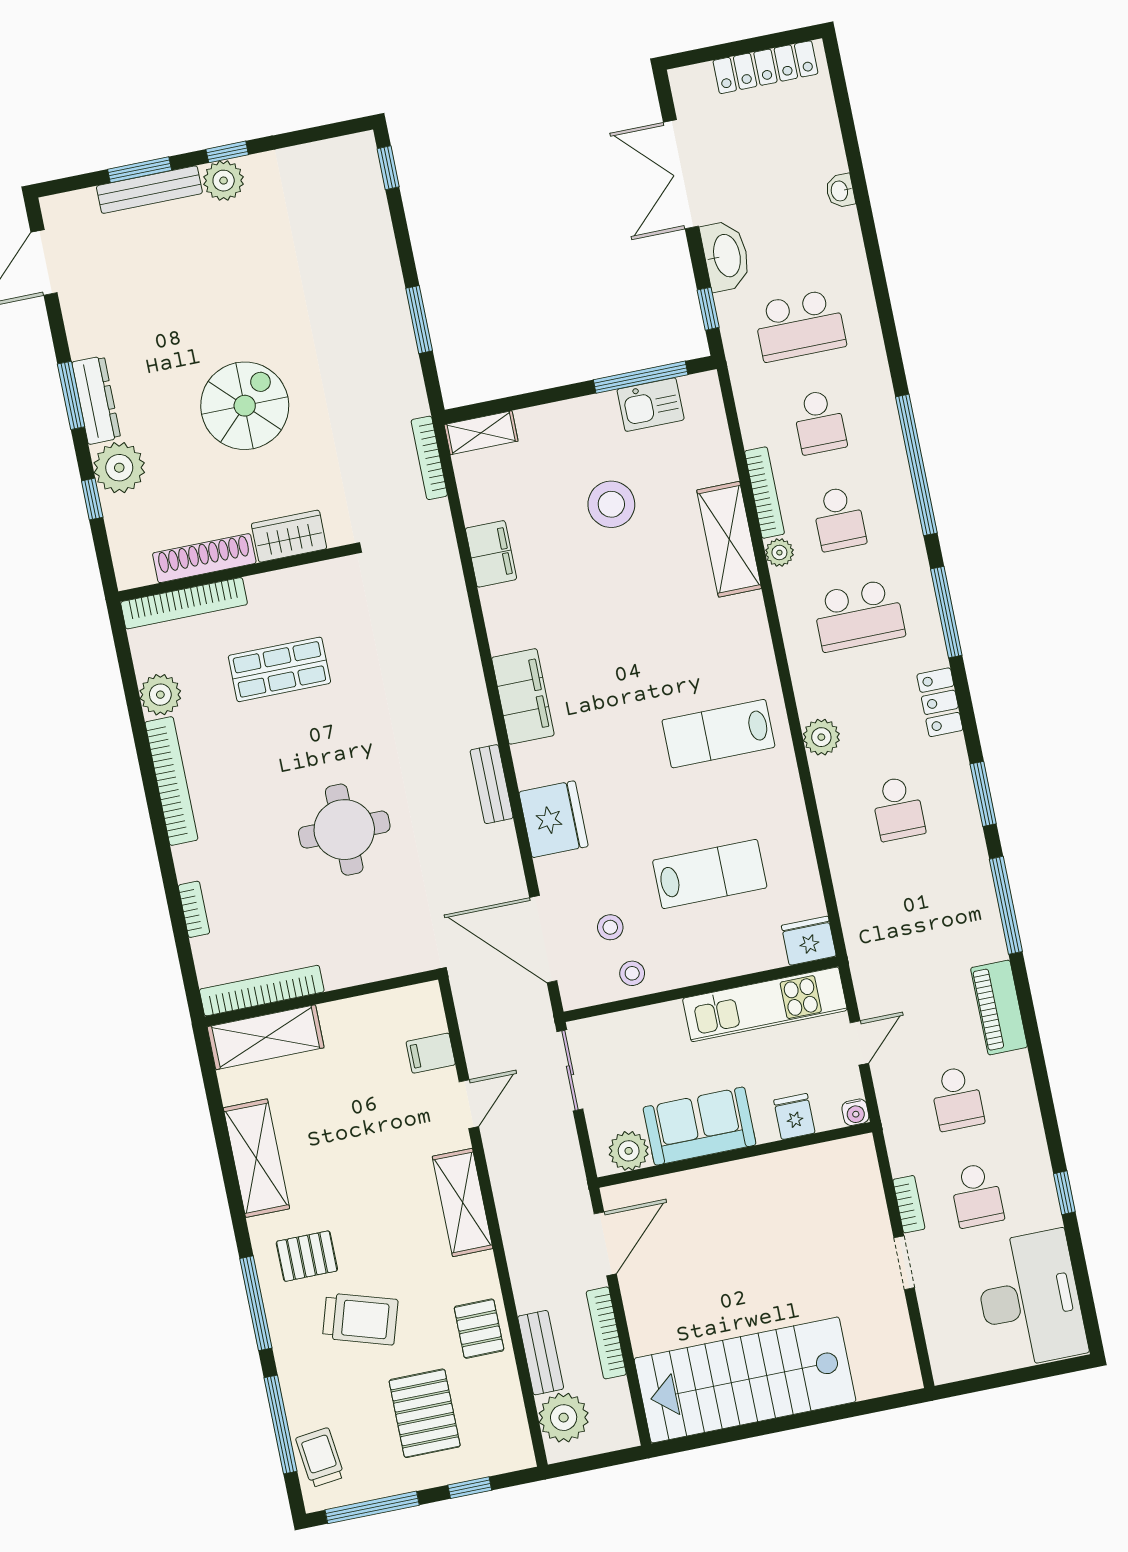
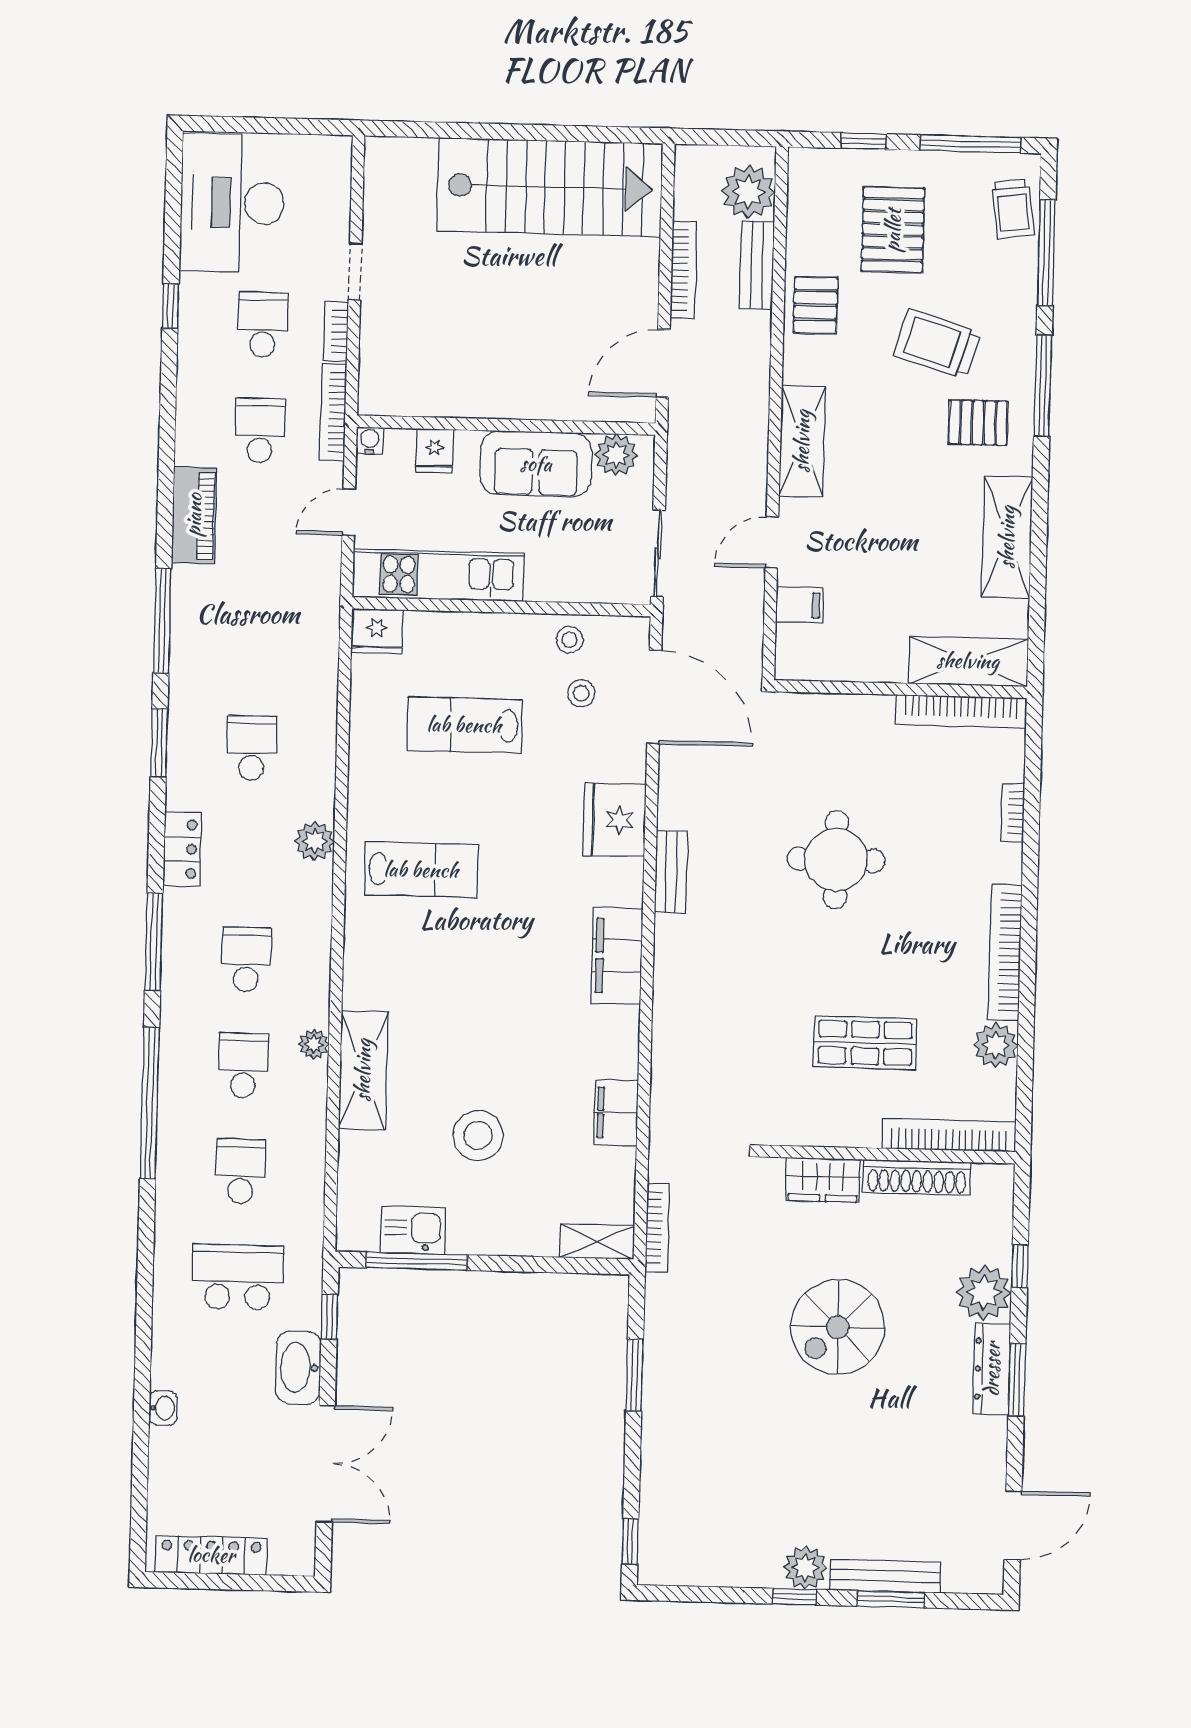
bookcase: (765, 493) -> (333, 412), moved
school desk: (859, 615) -> (246, 960), width x0.54

